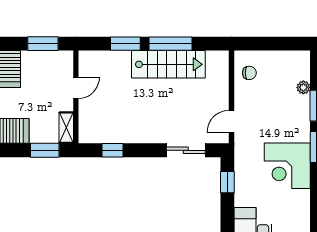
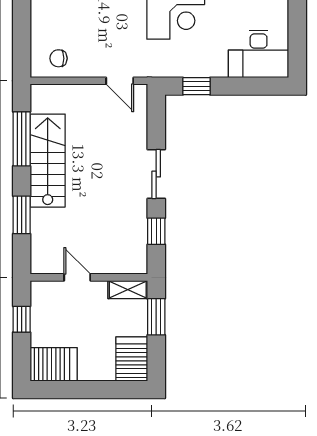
window: (43, 44) -> (22, 319), width x0.67
window: (171, 44) -> (22, 139), moved
chair: (249, 73) -> (58, 58), turned -90
sliding door: (186, 150) -> (156, 174), moved

